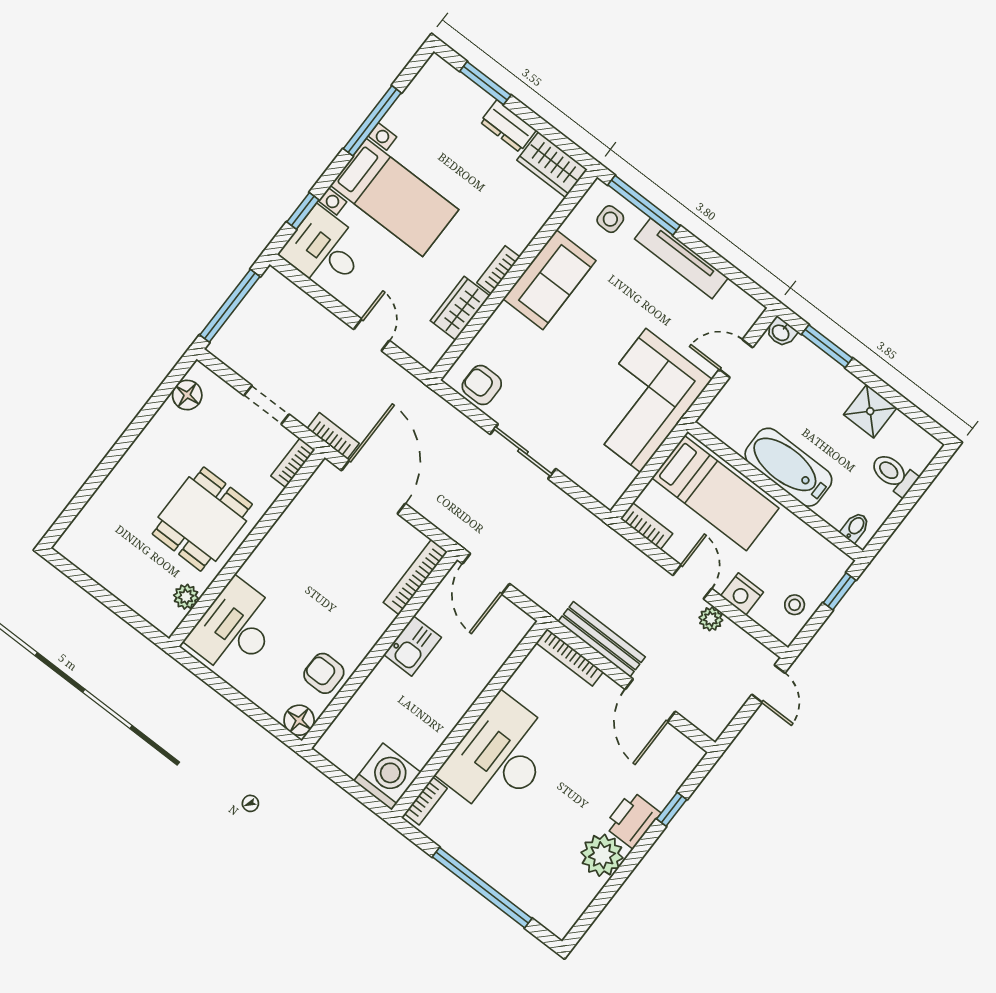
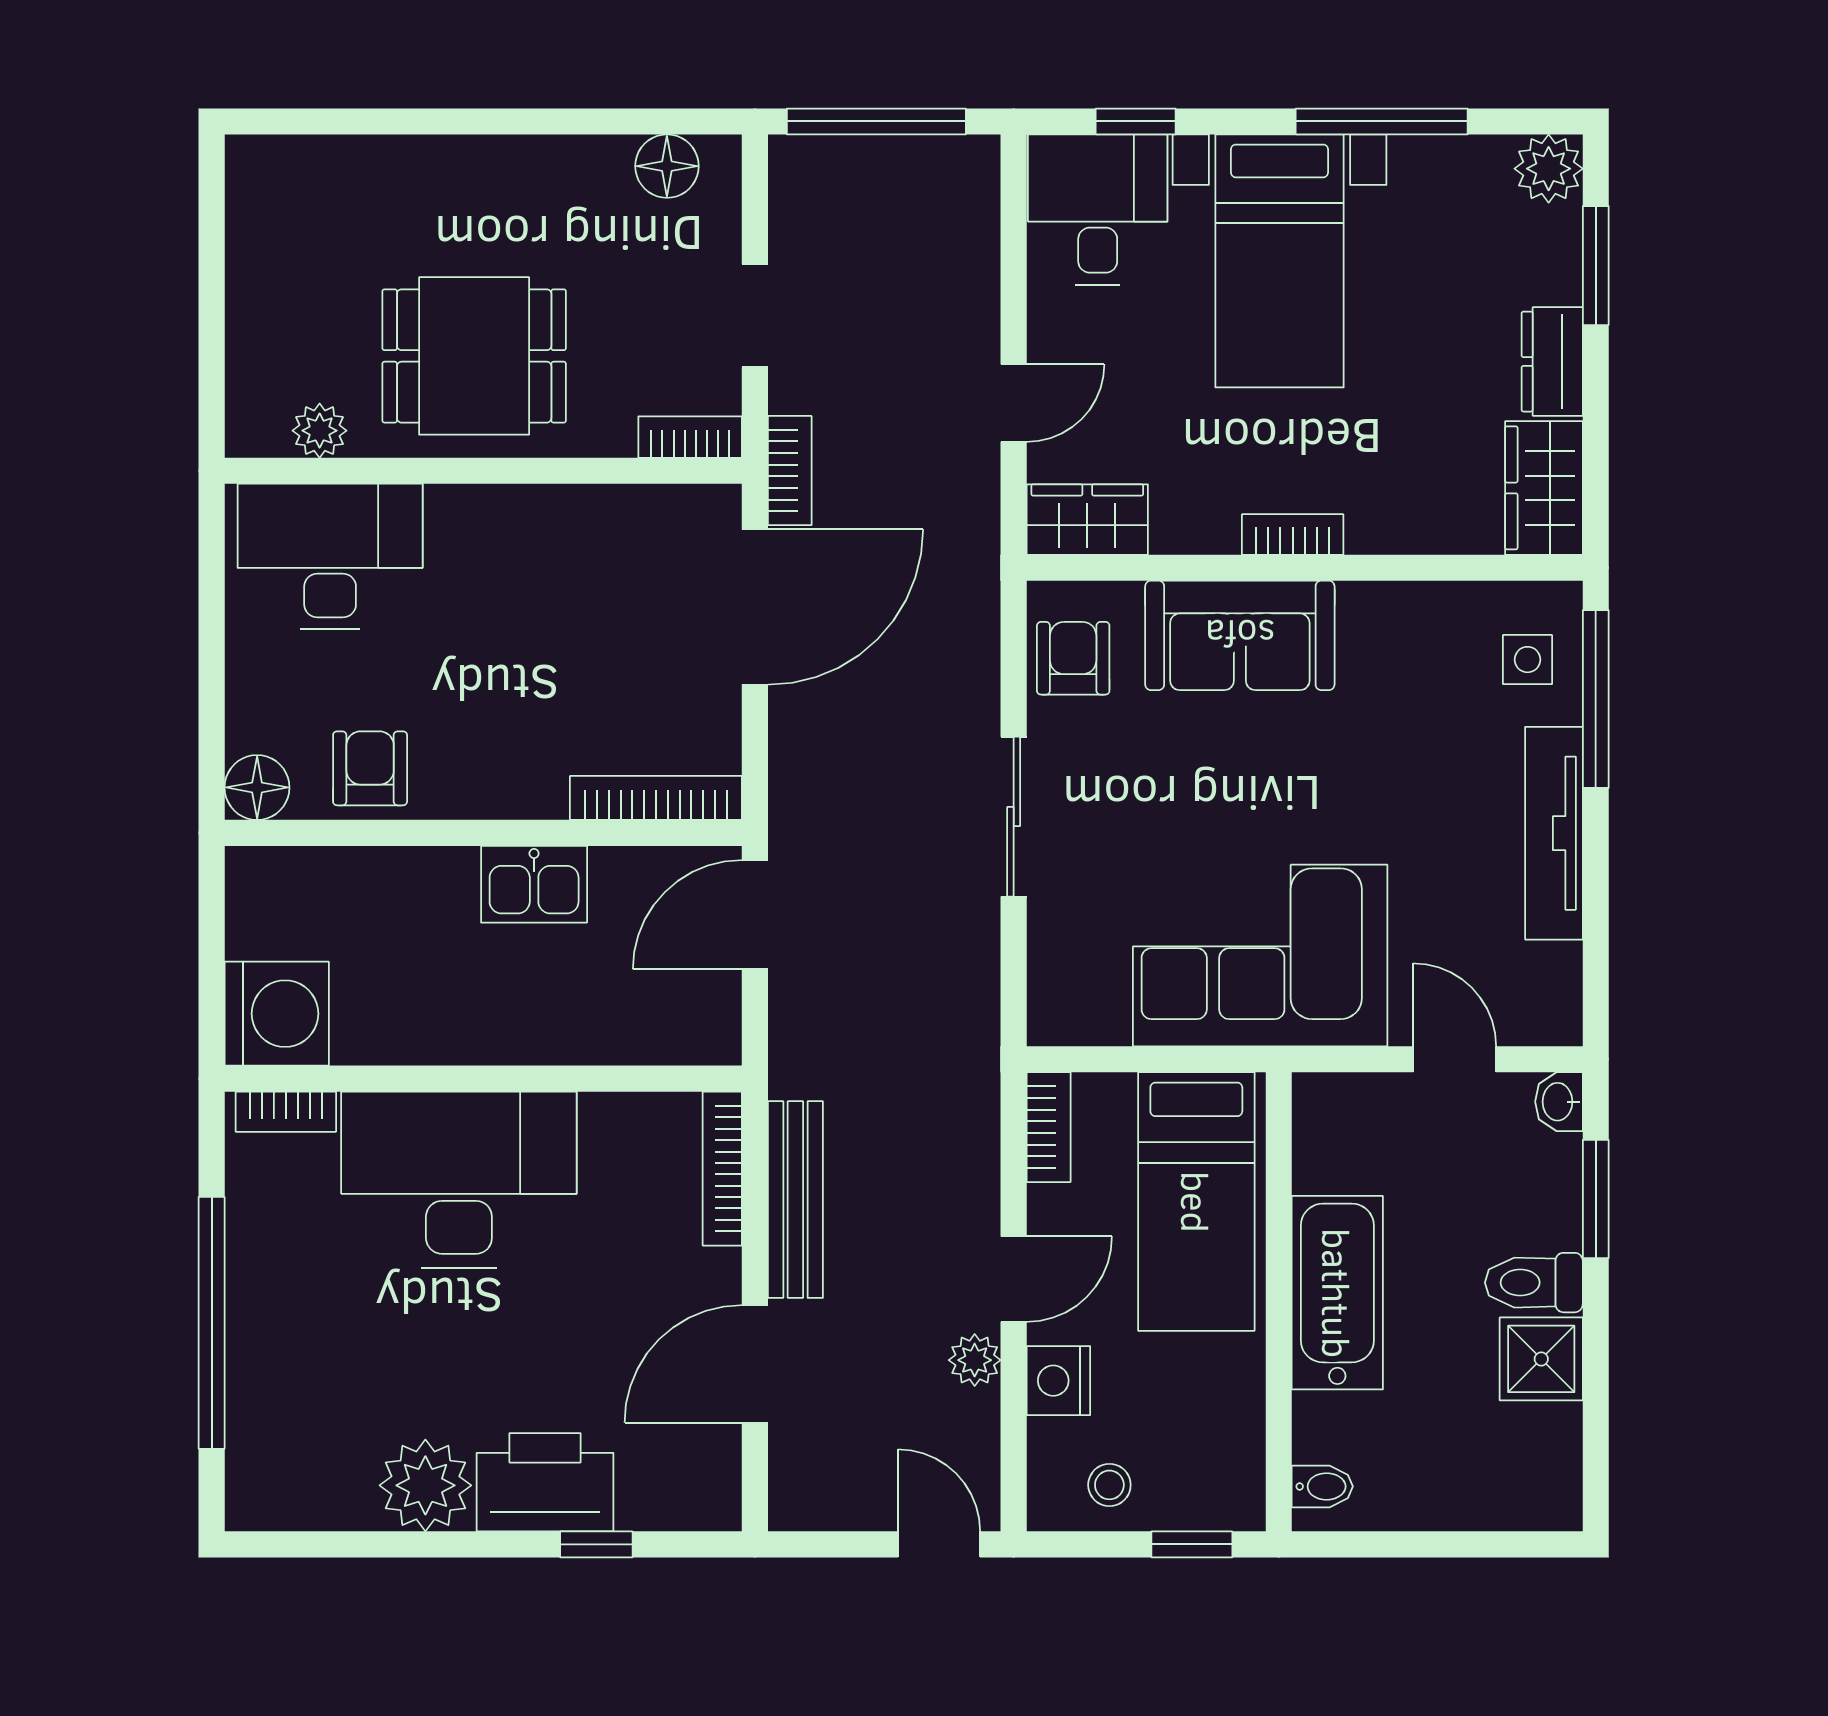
plant: (437, 73) -> (1549, 169), added
sofa: (550, 280) -> (1240, 635), moved
wardrobe: (460, 308) -> (1087, 520), moved
toilet: (894, 474) -> (1534, 1283), moved, turned -90
door: (768, 684) -> (939, 1544), swing flipped
printer: (632, 820) -> (545, 1482), width x1.37, depth x1.19

